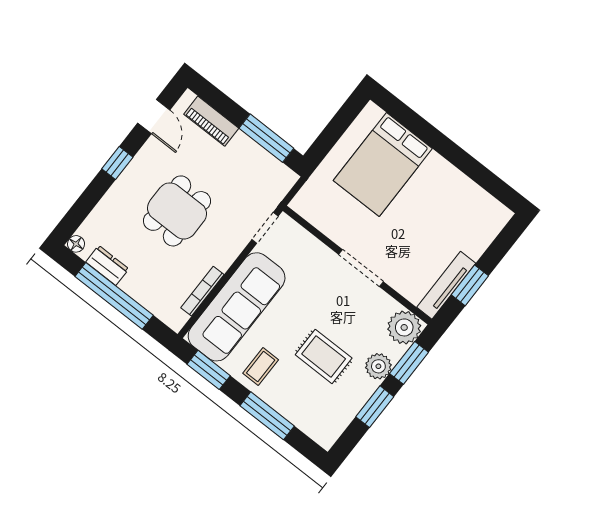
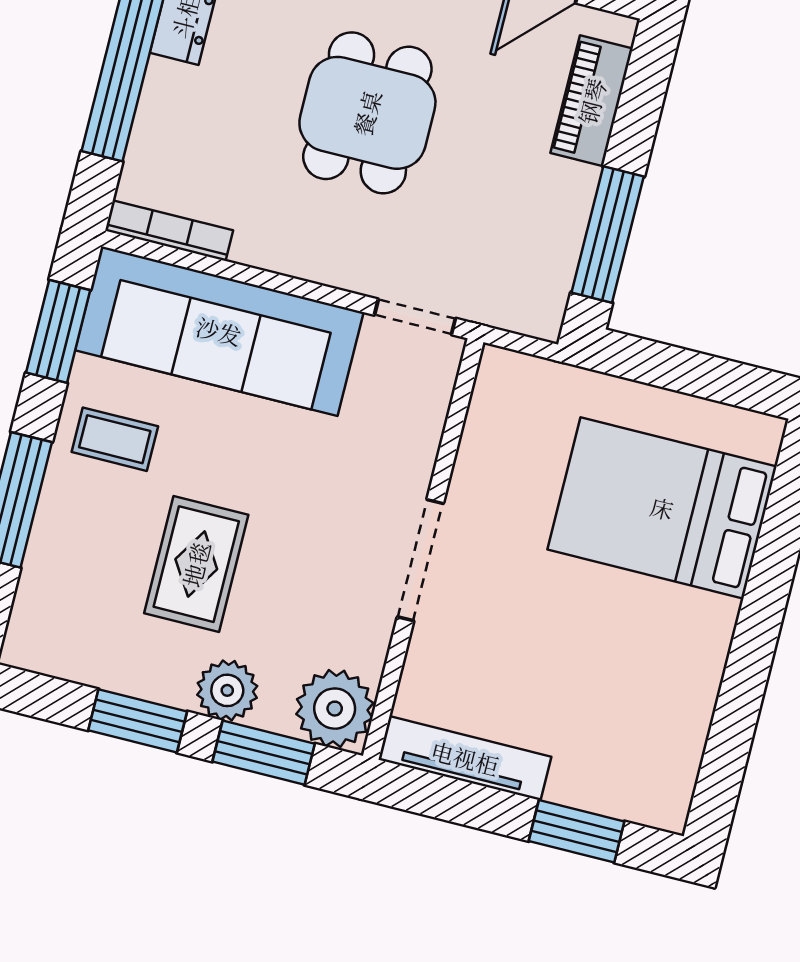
dining table: (177, 211) -> (367, 113), turned 90
window: (470, 285) -> (577, 831), moved
bookcase: (202, 291) -> (169, 231), moved

